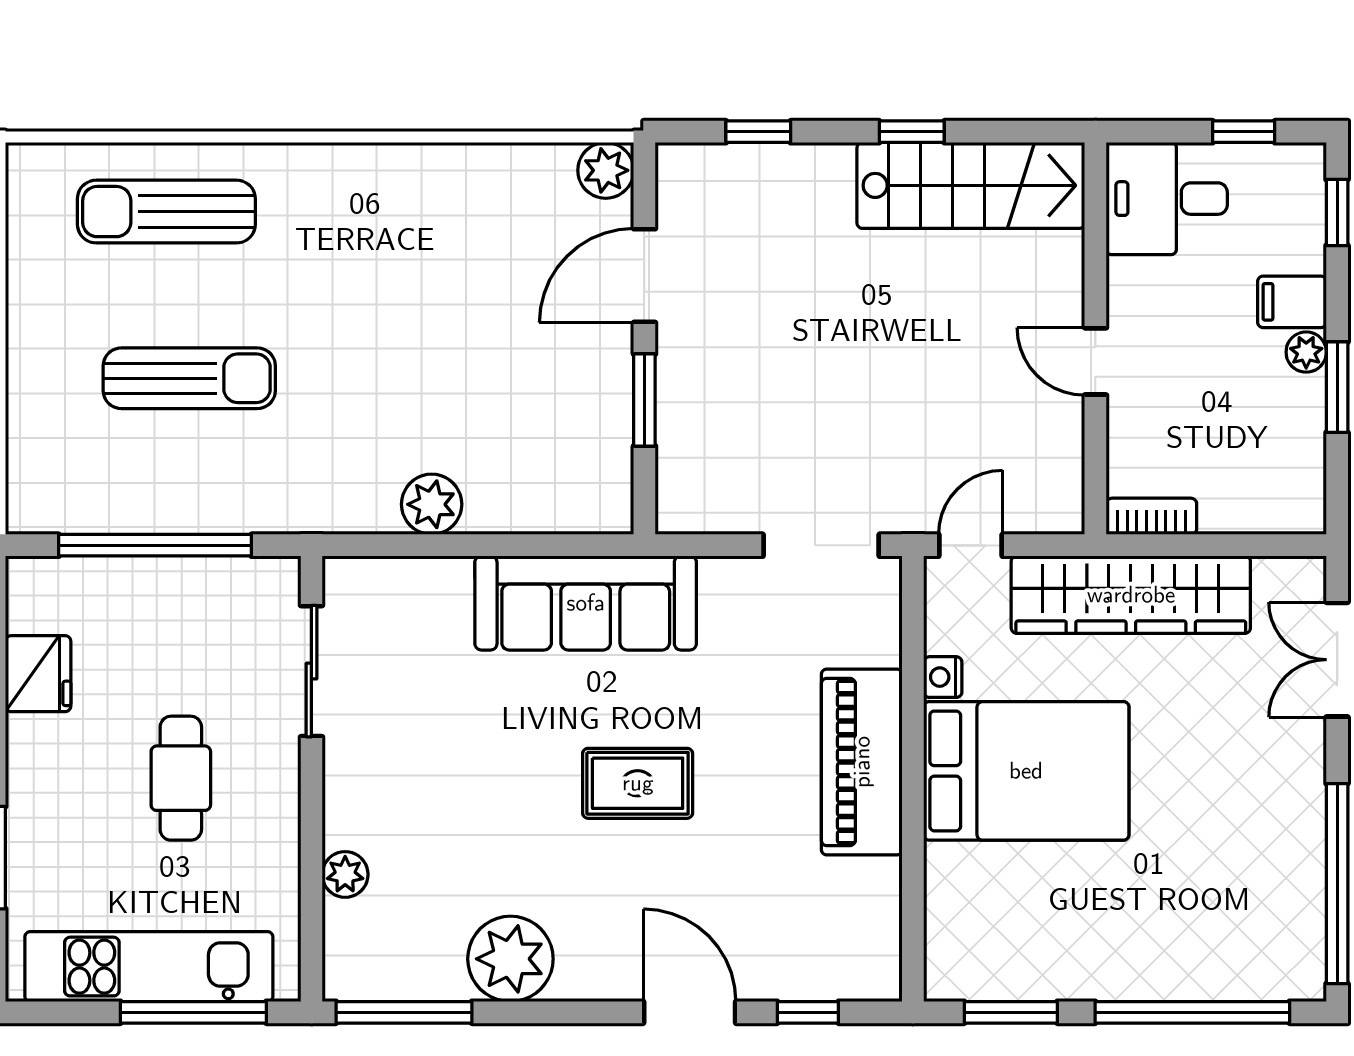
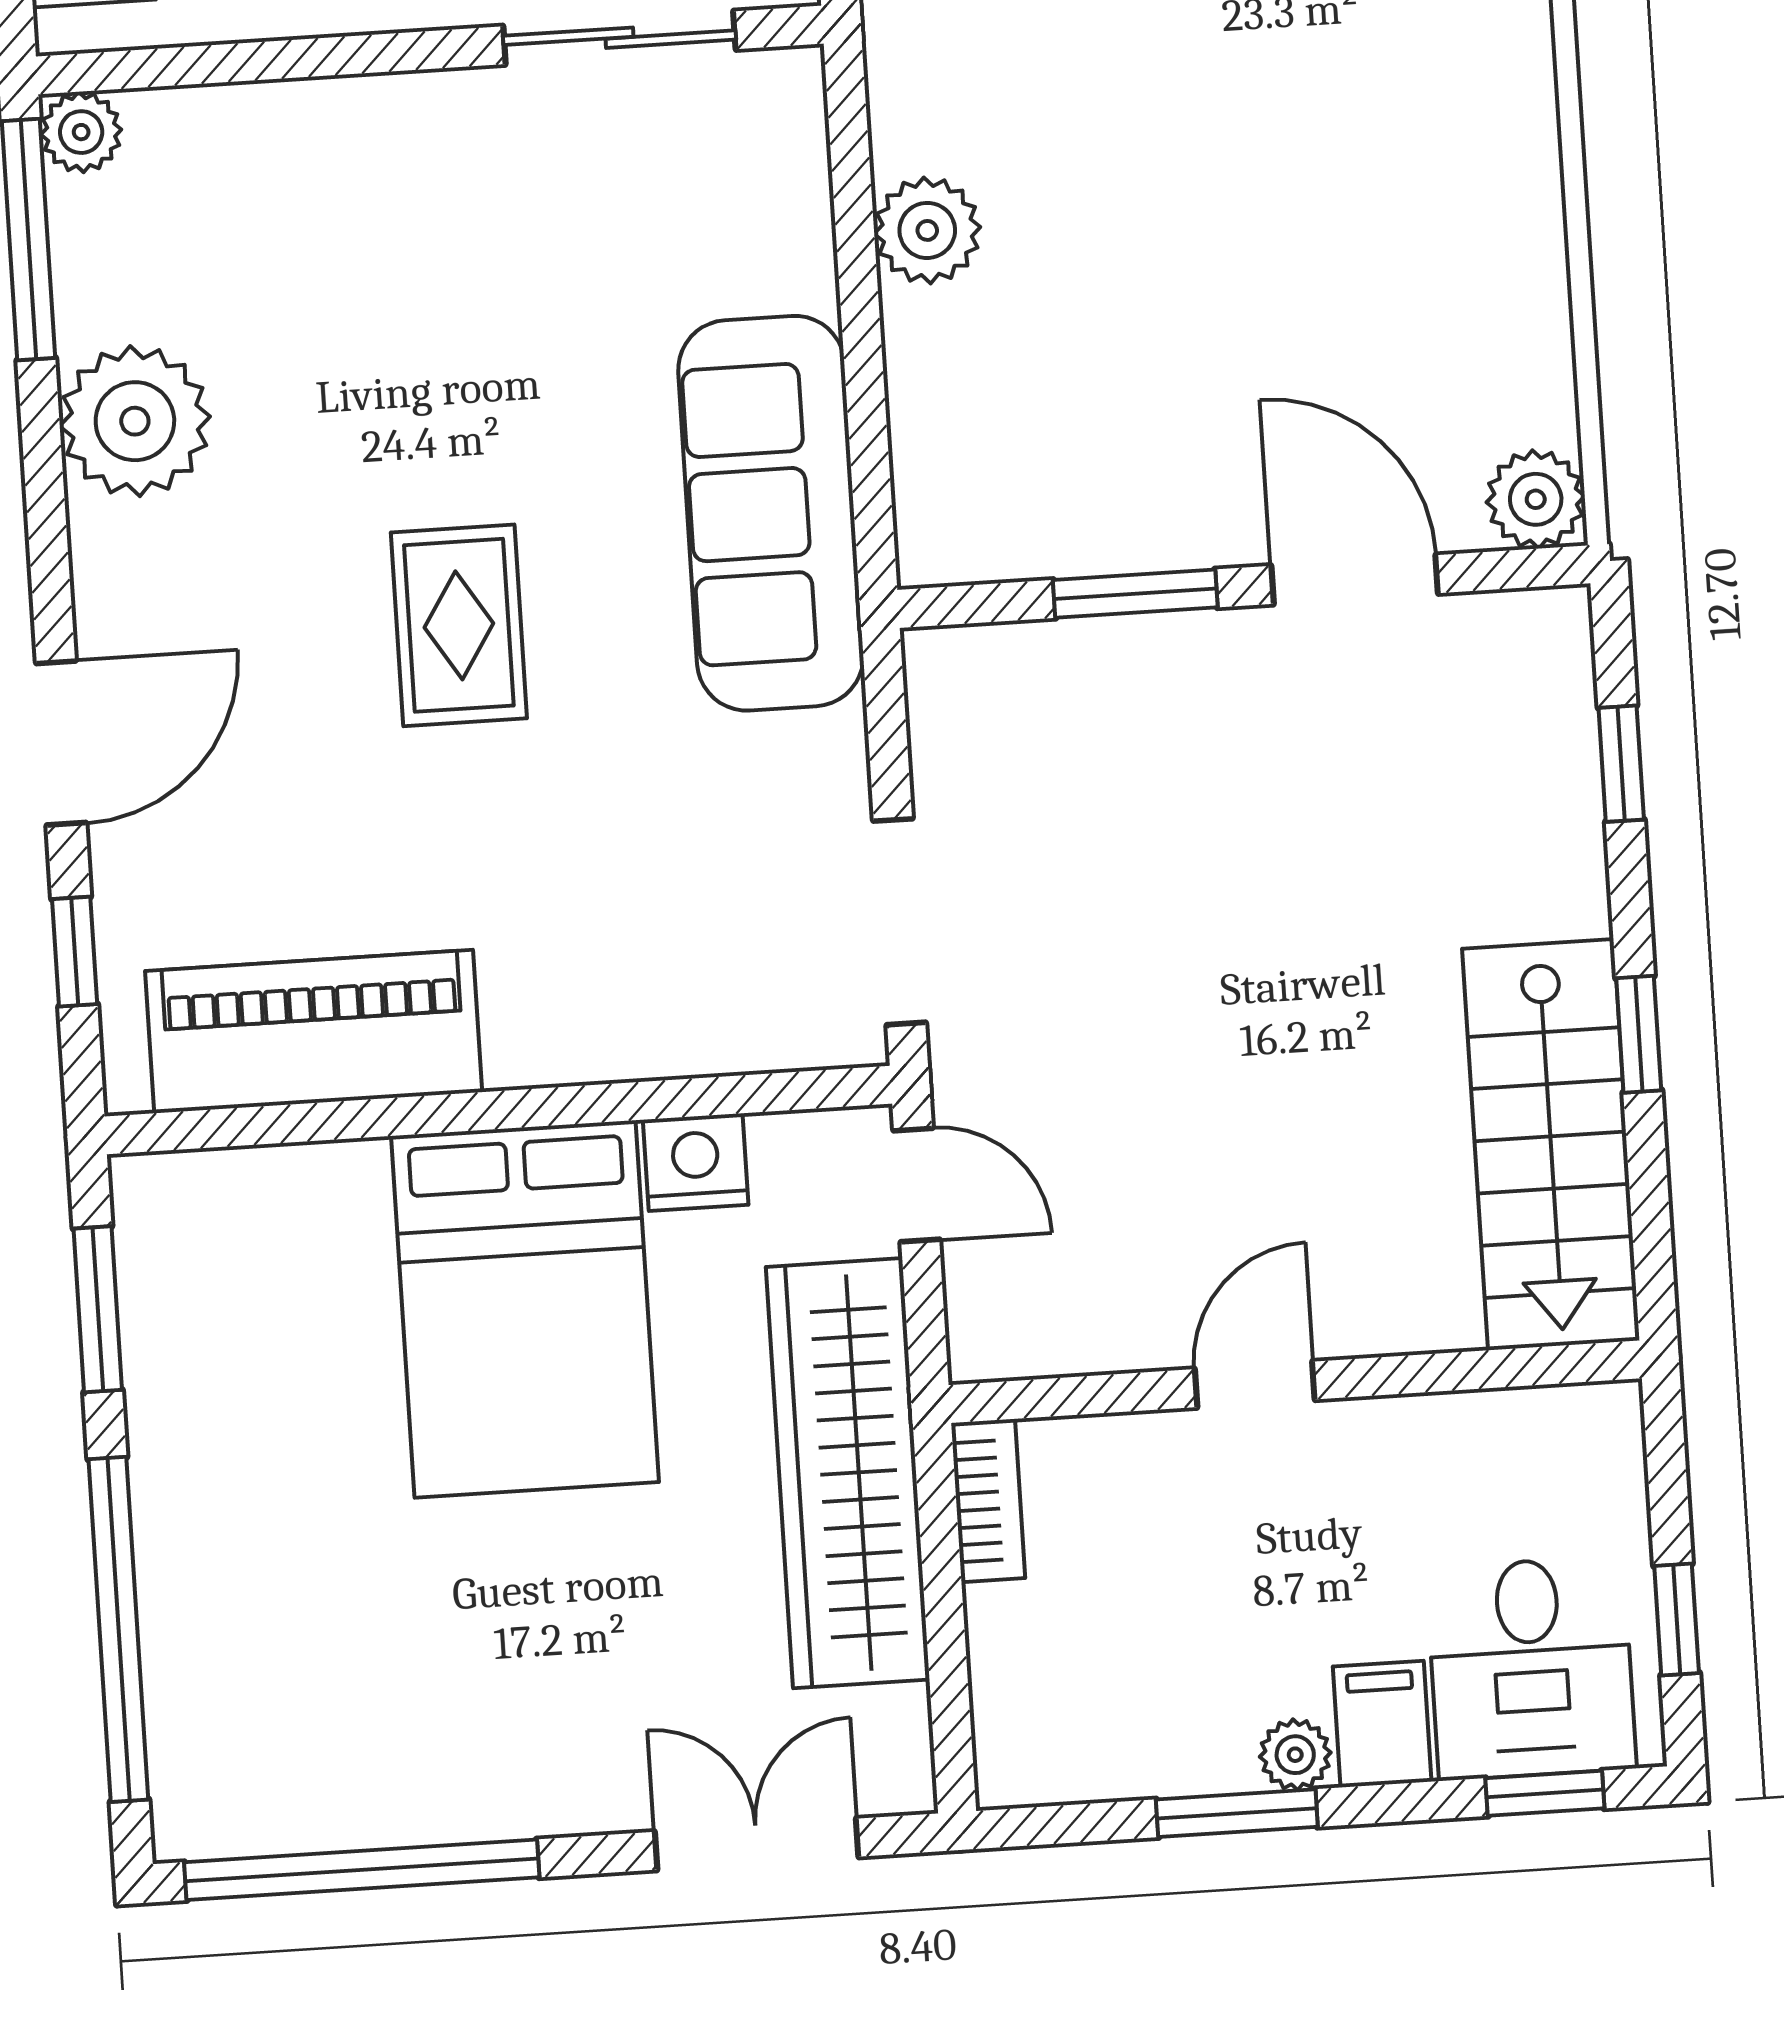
desk: (1167, 199) -> (1531, 1668), moved, turned 180
nightstand: (943, 677) -> (696, 1162), width x1.39, depth x1.35
piano: (862, 762) -> (314, 1031), moved
plant: (345, 874) -> (81, 132), moved

